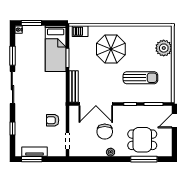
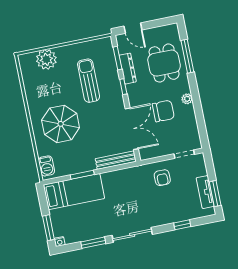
dresser: (144, 110) -> (128, 69), added

